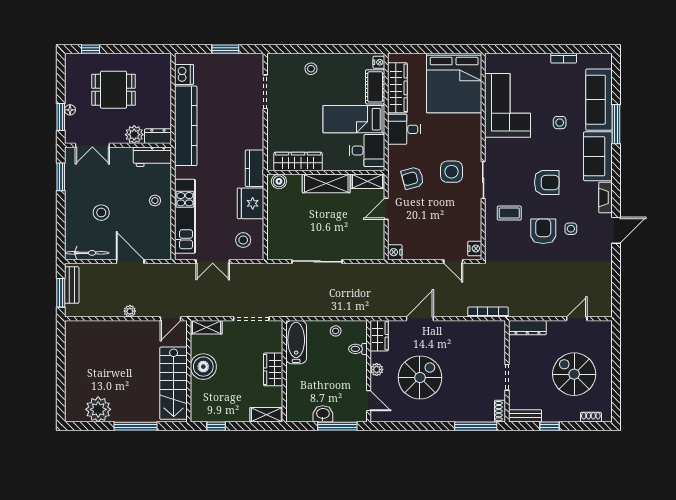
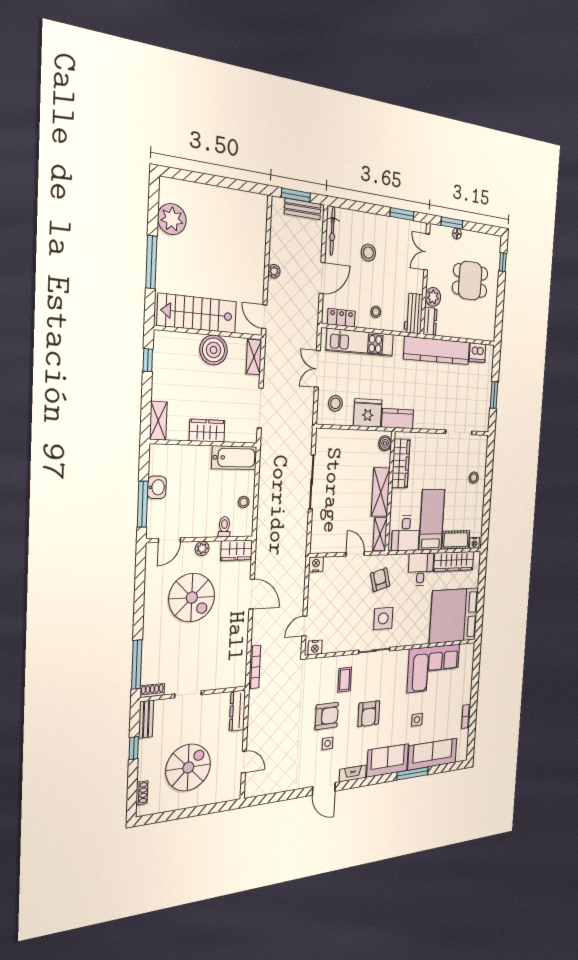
dining table: (114, 90) -> (470, 281), turned 90
locker: (164, 238) -> (341, 318), added

